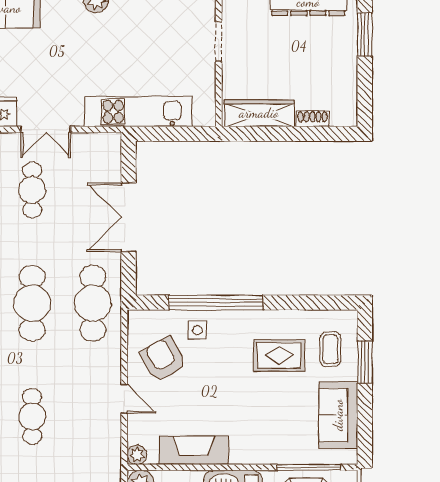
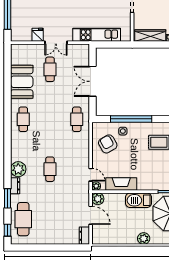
cafe table: (32, 303) -> (50, 119), removed
cafe table: (93, 303) -> (77, 119), width x0.73, depth x0.74
door: (124, 399) -> (91, 175), moved

